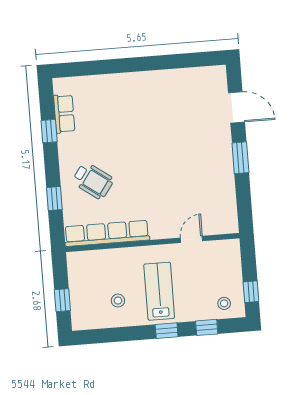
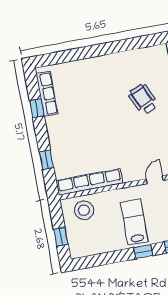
row of seats: (64, 114) -> (47, 94), width x1.48
wheelchair: (93, 181) -> (143, 99), moved, turned -150
stool: (118, 301) -> (84, 210), moved, width x1.89, depth x1.89

